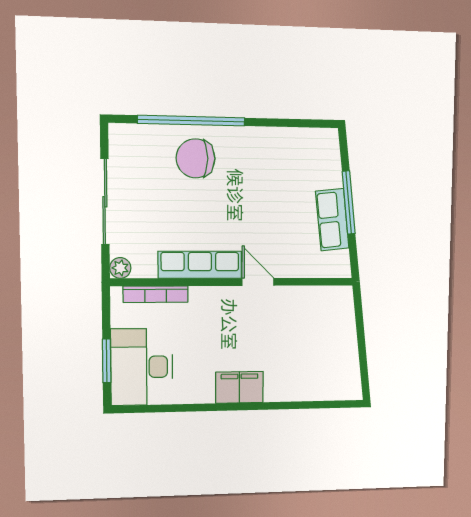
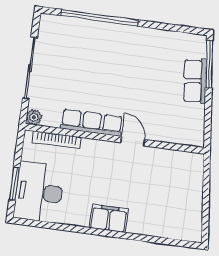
chair: (196, 158) -> (99, 45), removed
window: (349, 203) -> (209, 64), moved
row of seats: (332, 220) -> (195, 81), moved

